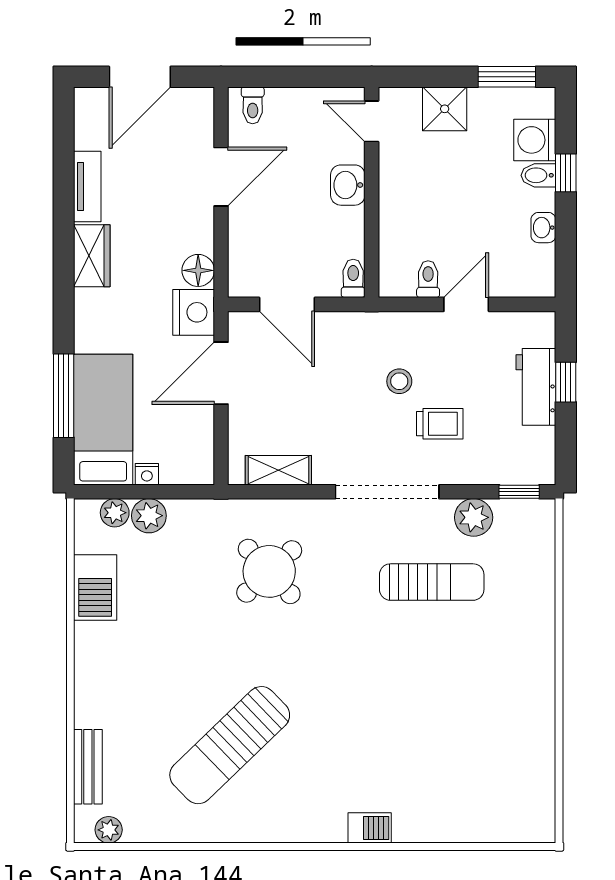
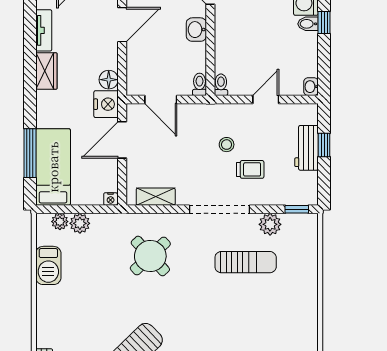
washbasin: (543, 228) -> (311, 87), moved
toilet: (428, 279) -> (221, 85), moved
nightstand: (147, 474) -> (111, 199), moved

